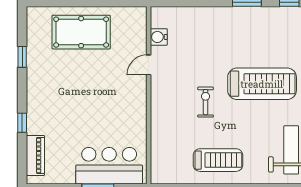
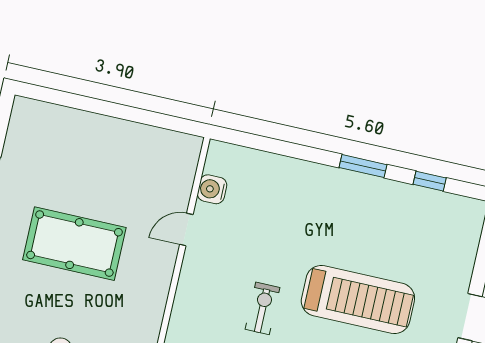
pool table: (81, 32) -> (74, 244), moved

